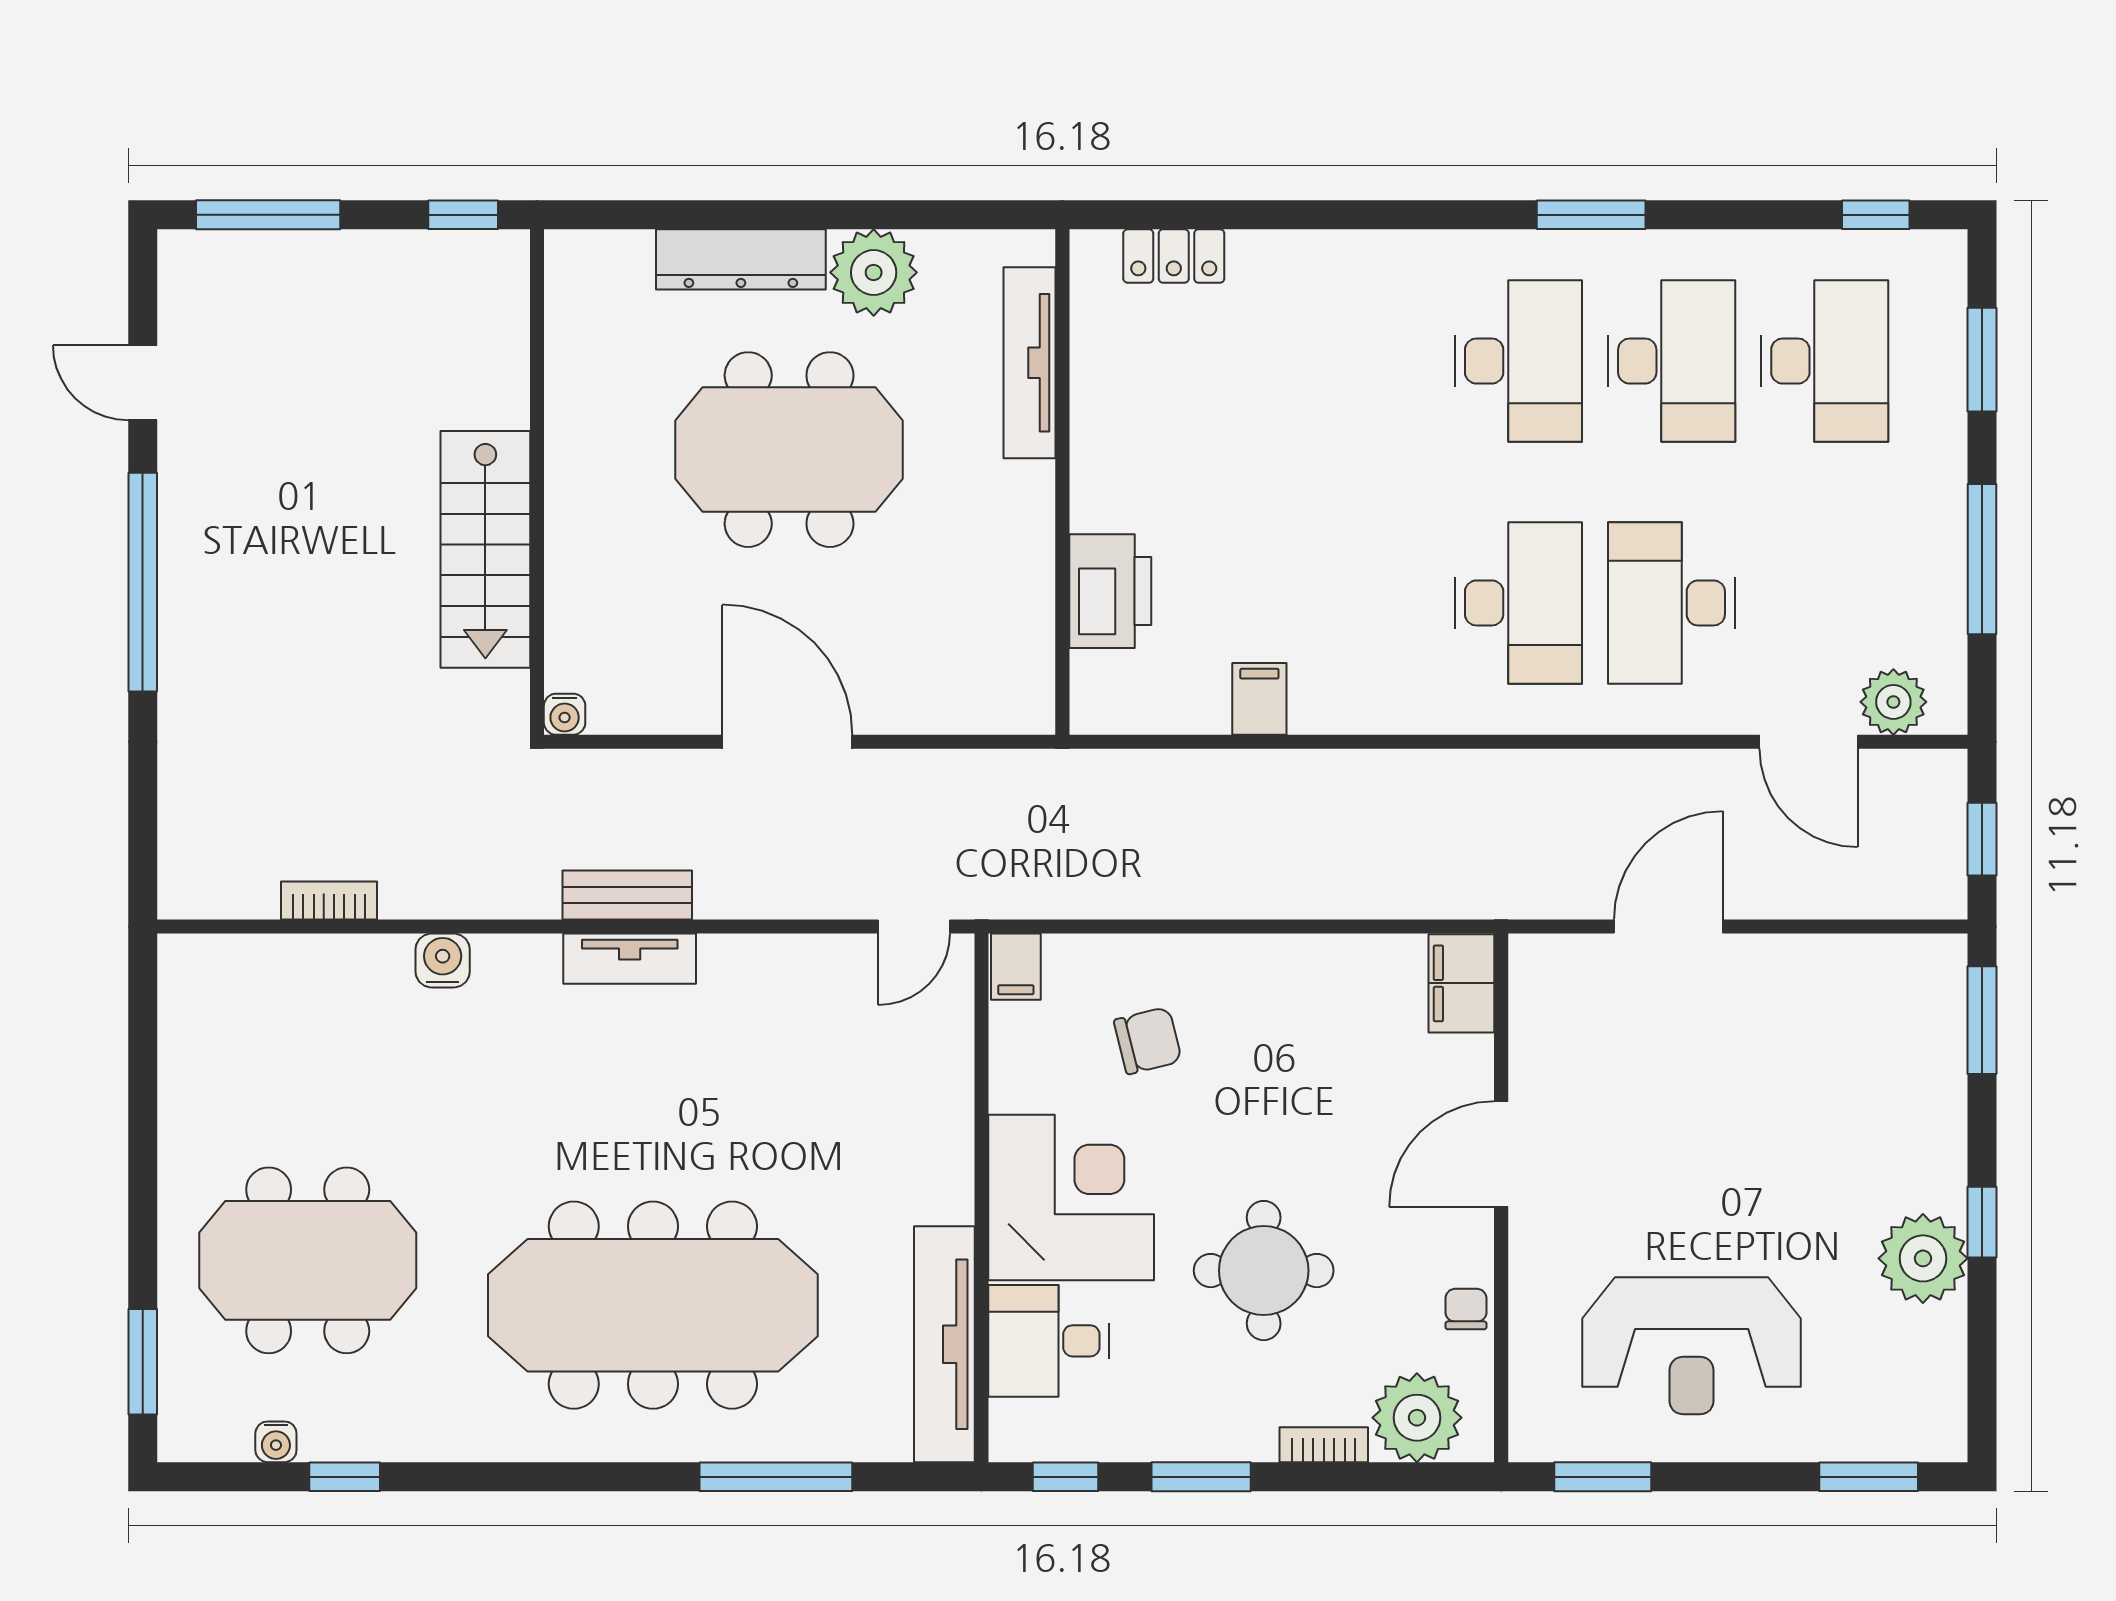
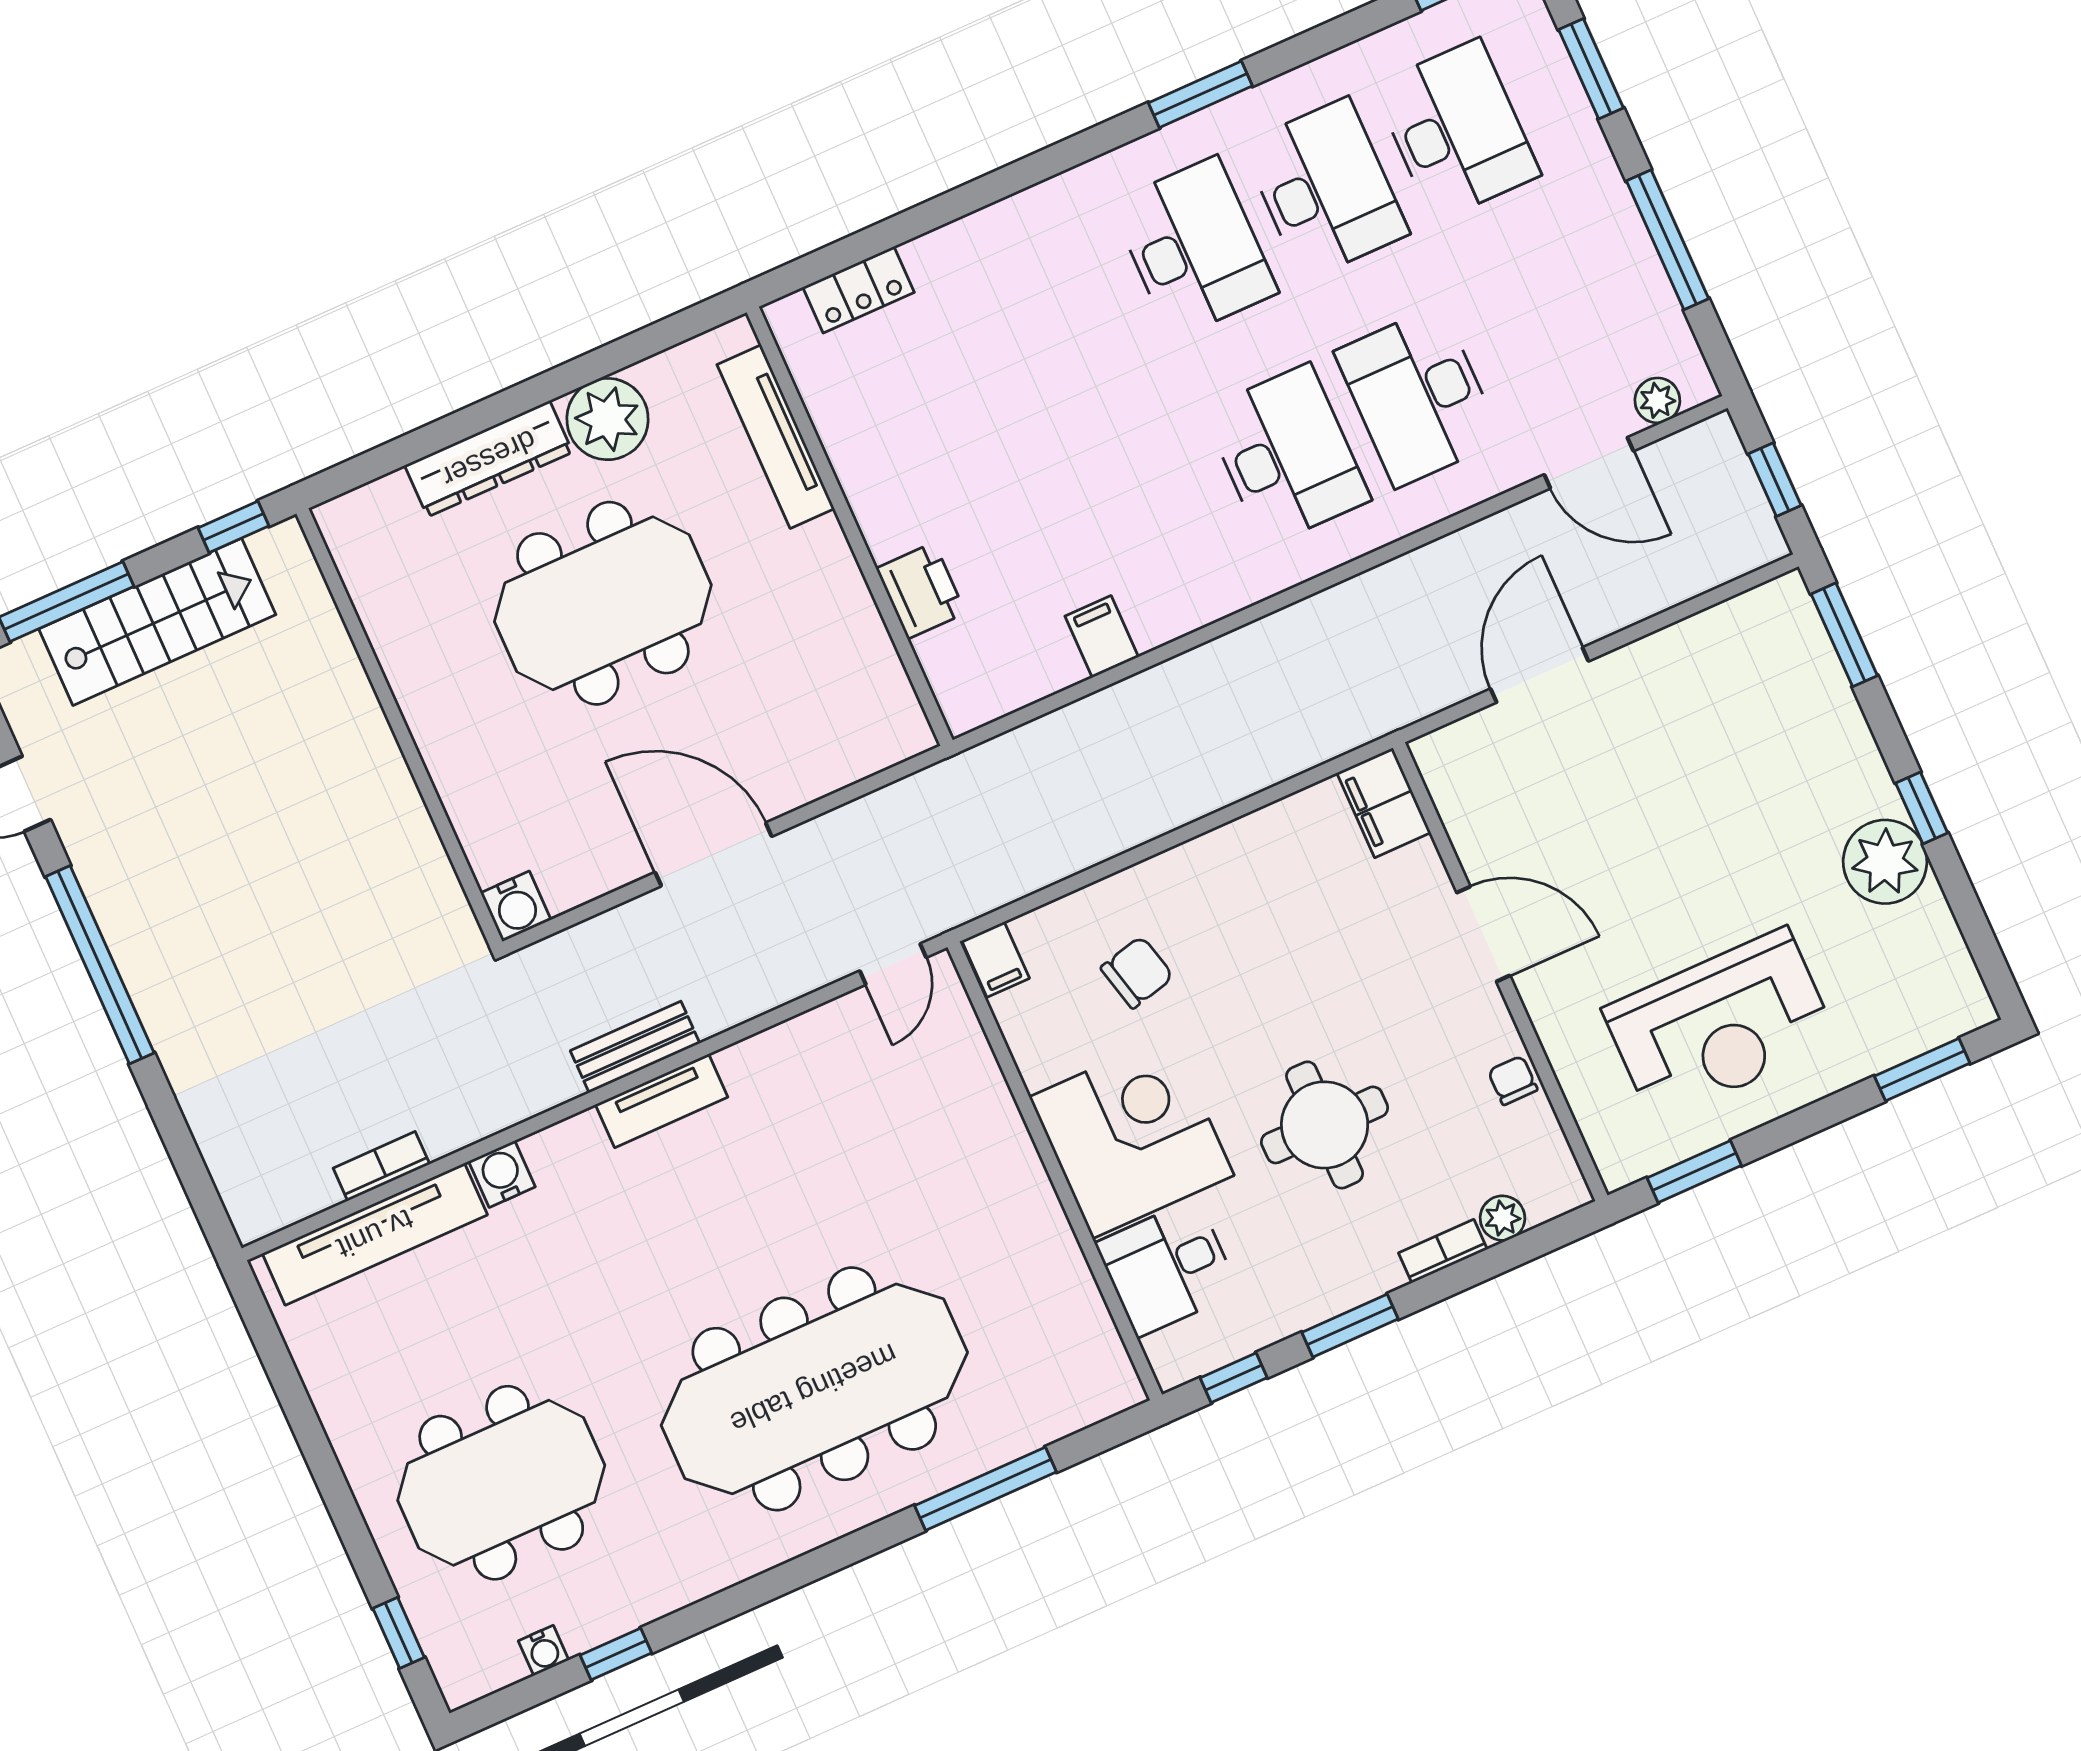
stairs: (485, 549) -> (157, 622), moved, turned -90
printer: (1110, 591) -> (921, 591), width x0.73, depth x0.84
plant: (1893, 702) -> (1657, 400), width x0.73, depth x0.73
water cooler: (565, 714) -> (516, 906), width x1.38, depth x1.38
door: (1501, 1154) -> (1483, 934), swing flipped
tv unit: (944, 1344) -> (375, 1234), moved, turned -90
window: (143, 1362) -> (399, 1633), width x0.67
plant: (1417, 1418) -> (1503, 1218), width x0.53, depth x0.53

